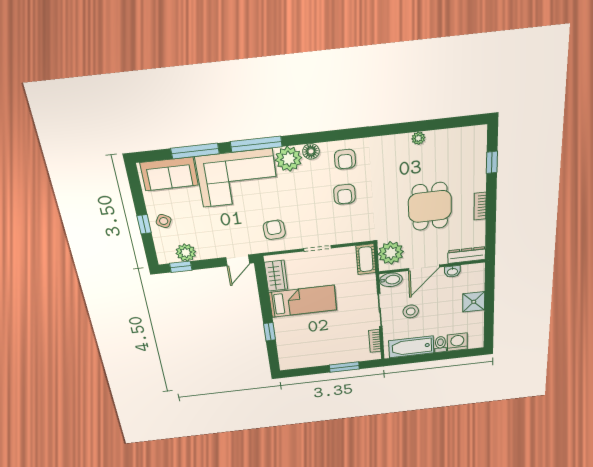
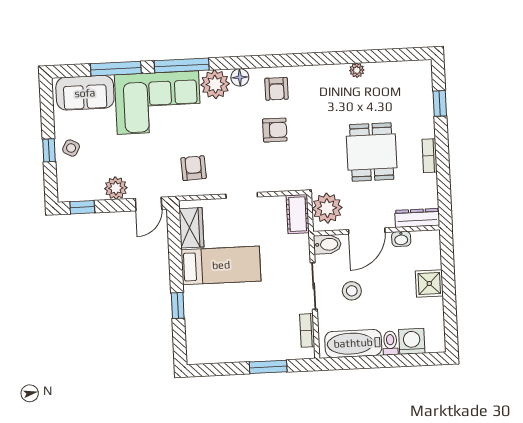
armchair: (344, 194) -> (275, 130), turned -90
plant: (186, 253) -> (116, 188), moved

